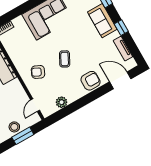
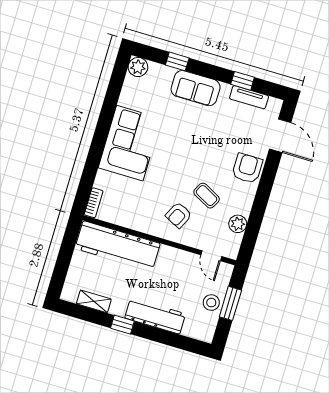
window: (121, 28) -> (243, 81), moved
coffee table: (65, 59) -> (207, 196), moved
door: (120, 80) -> (280, 136), swing flipped

